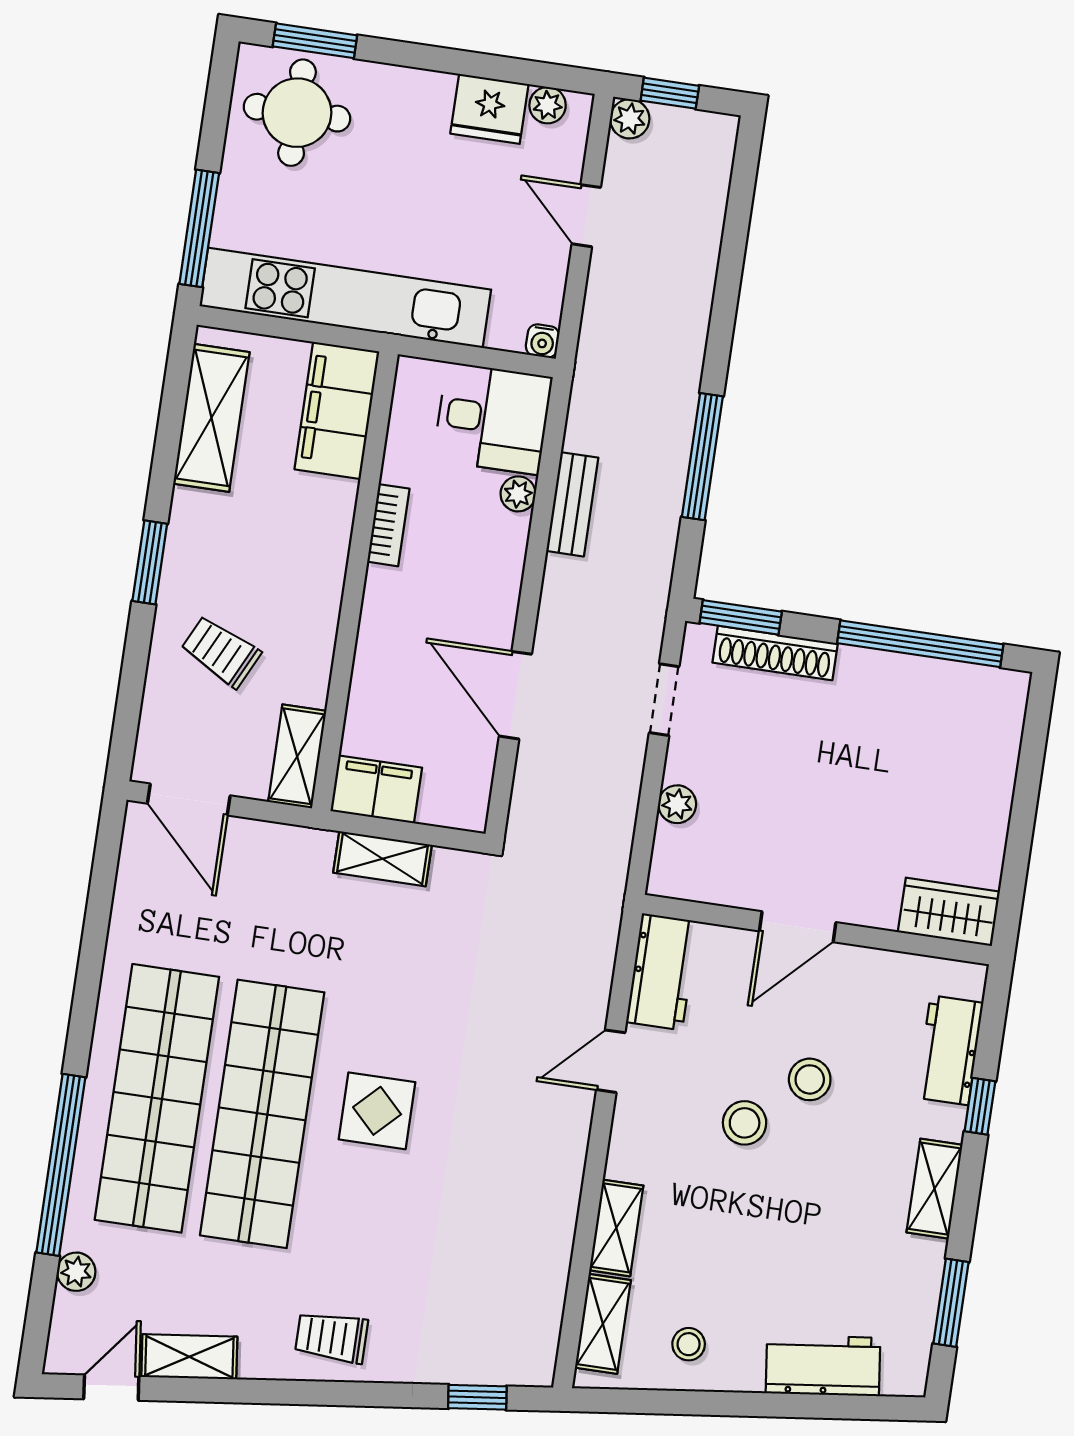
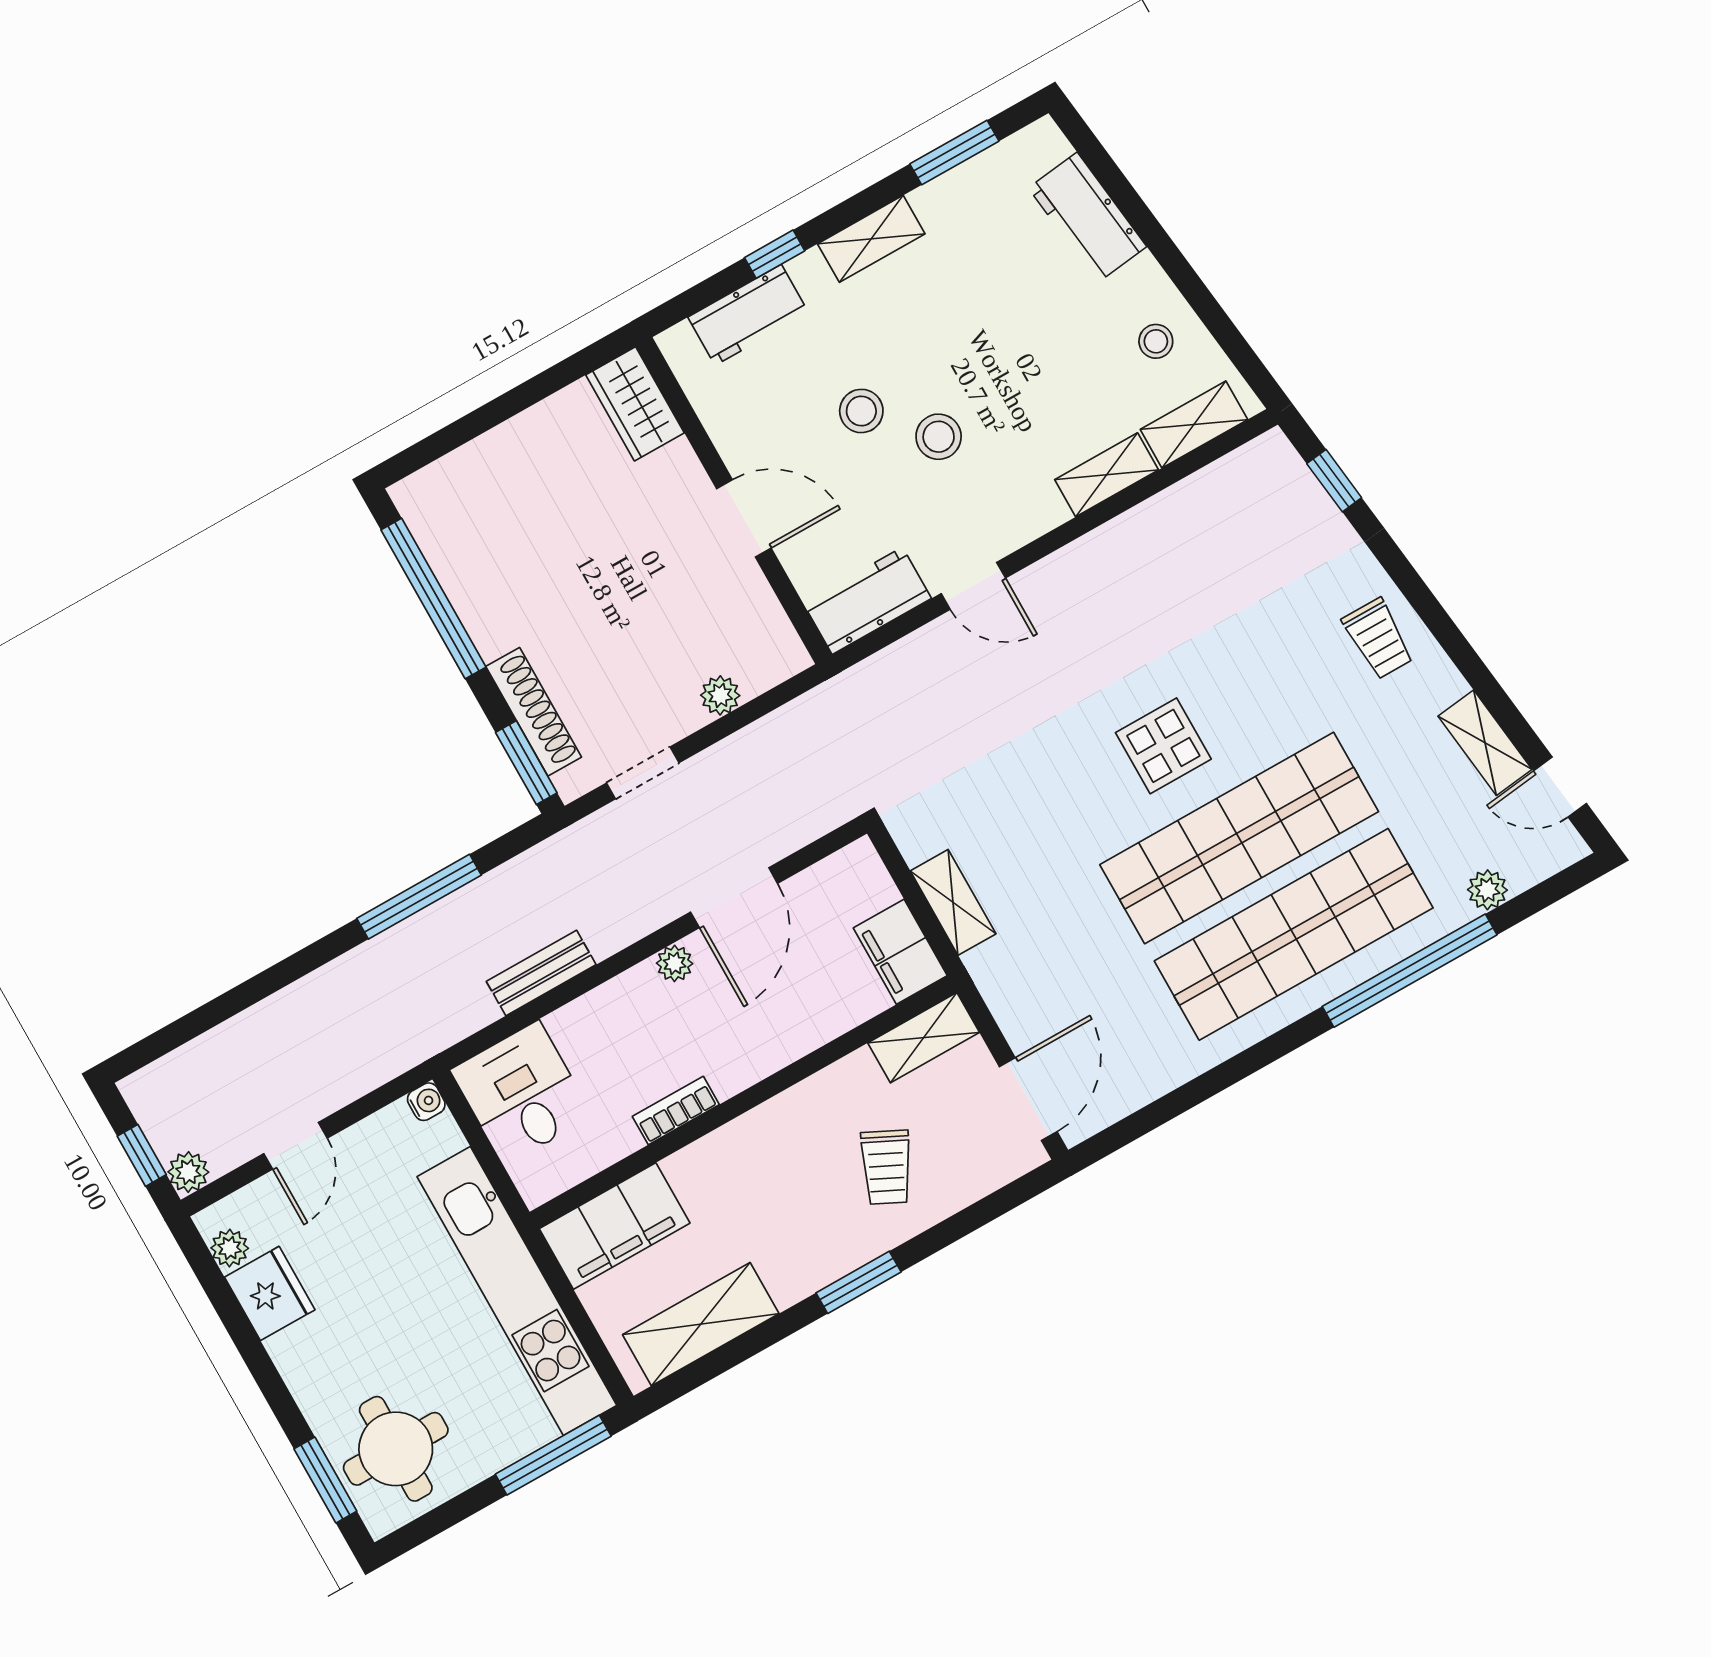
plant: (518, 494) -> (675, 963), moved

